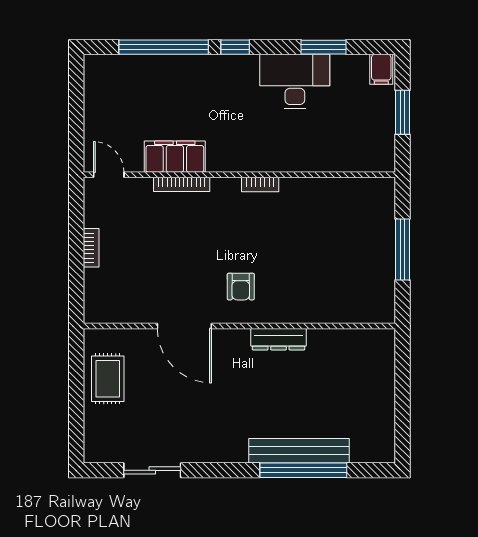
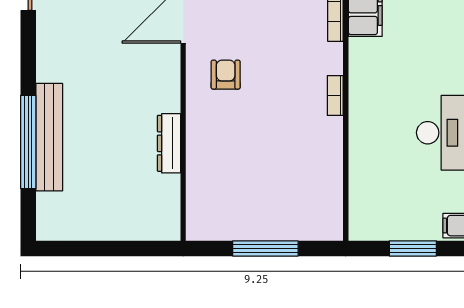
armchair: (241, 287) -> (226, 75), turned 90
dresser: (279, 339) -> (169, 143), moved

